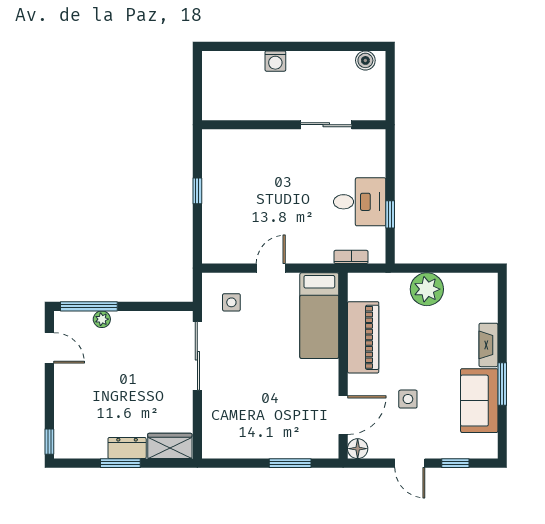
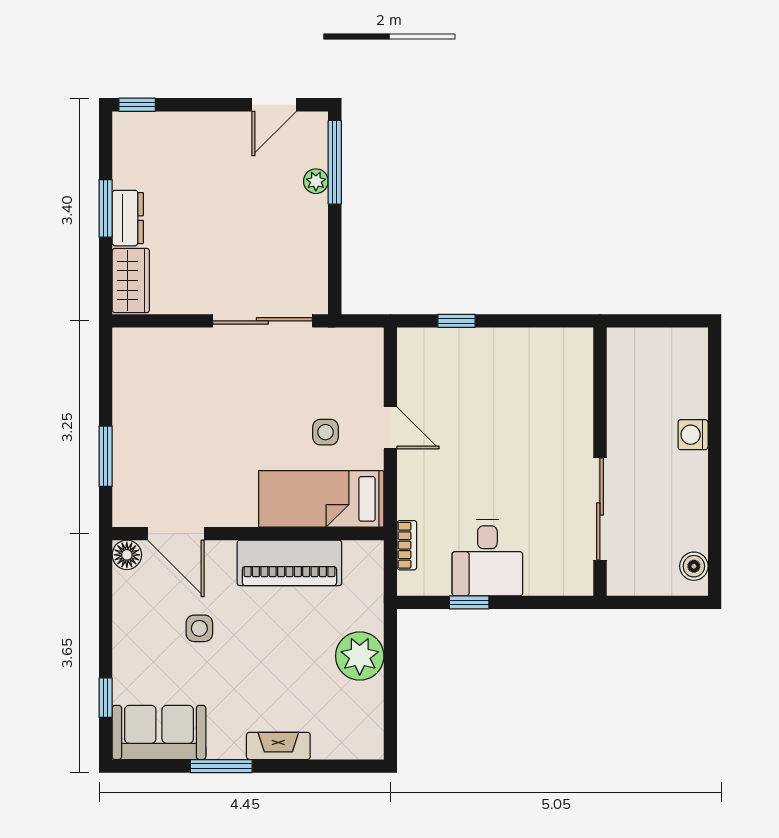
sliding door: (326, 125) -> (600, 509), width x1.37
window: (197, 191) -> (457, 321), moved
side table: (231, 302) -> (325, 432), moved
sofa: (479, 401) -> (159, 732), moved
door: (410, 463) -> (106, 631), removed

